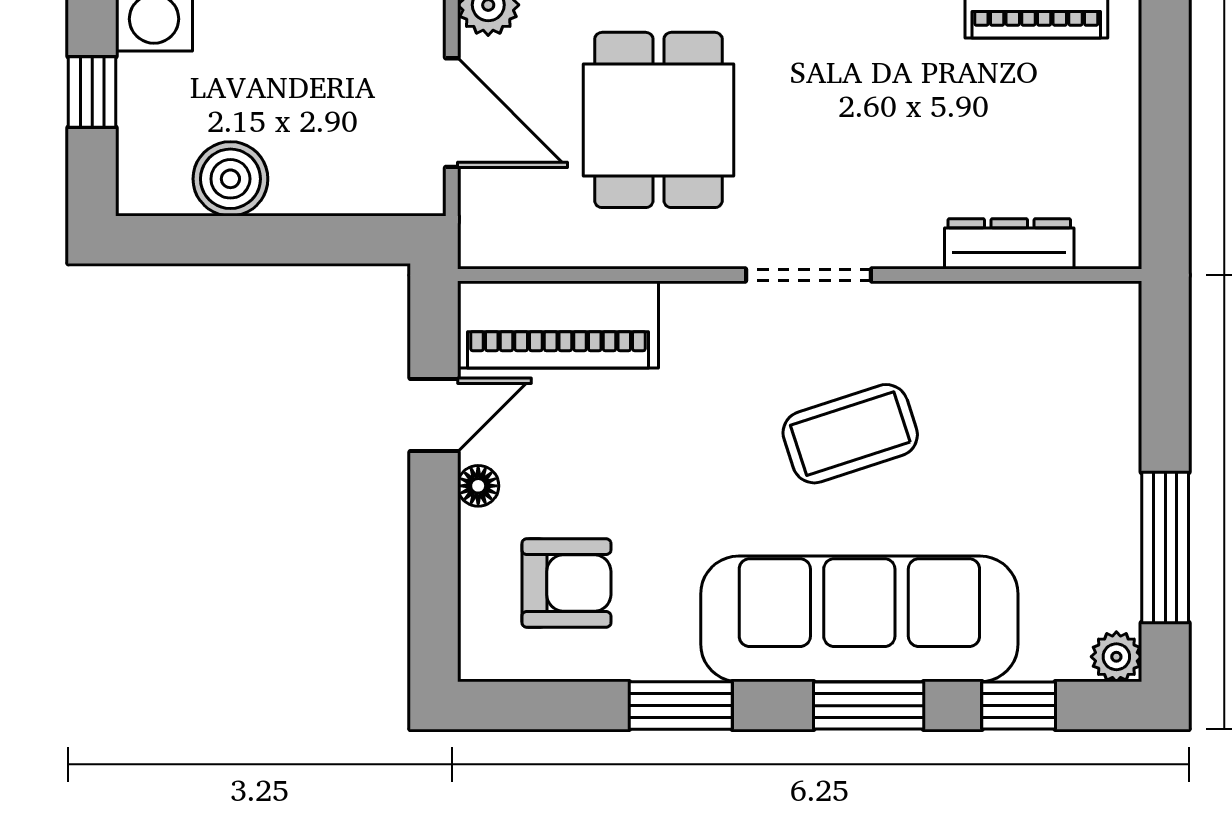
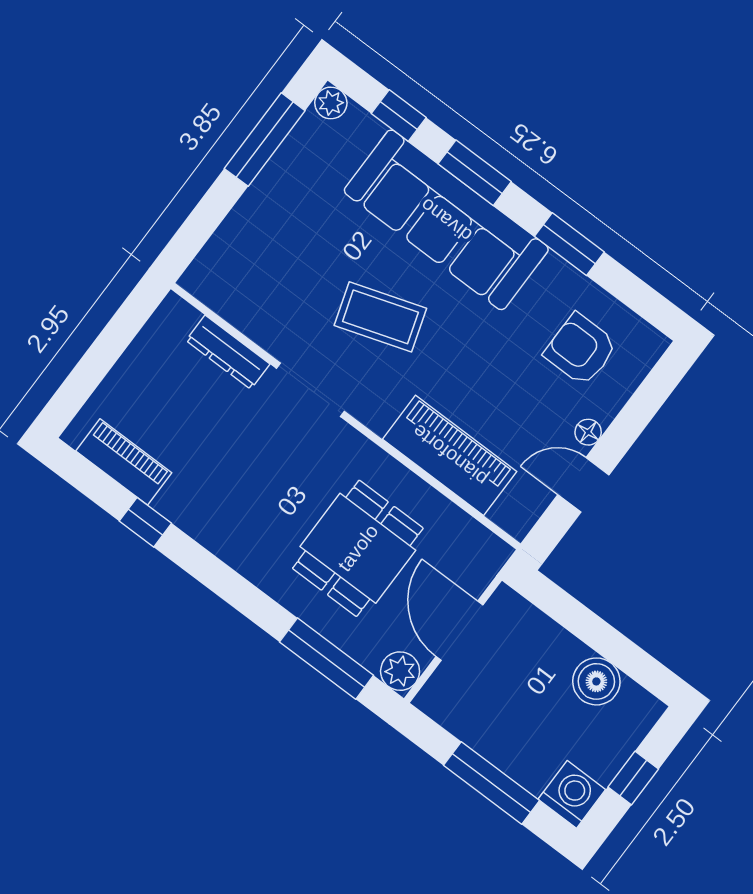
doorway: (809, 275) -> (310, 390), moved
piano: (558, 325) -> (450, 455), moved

